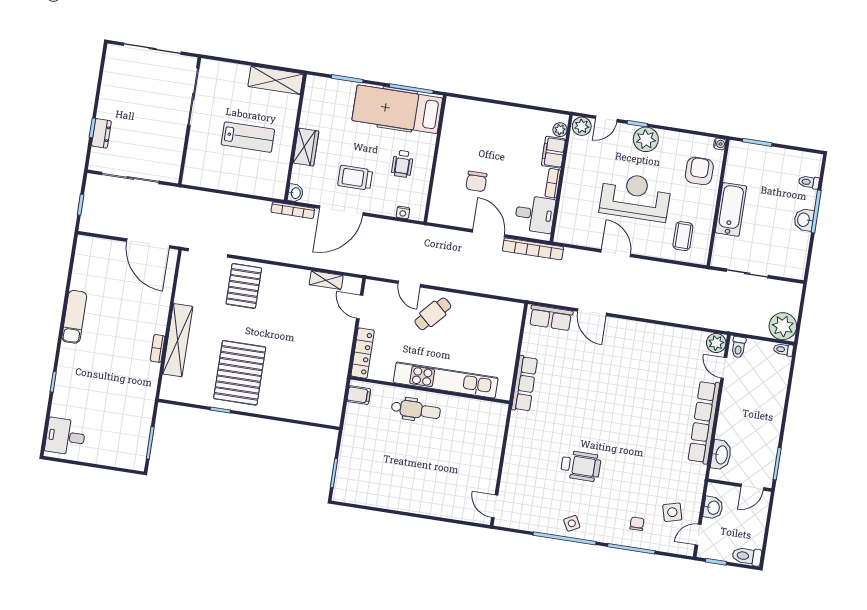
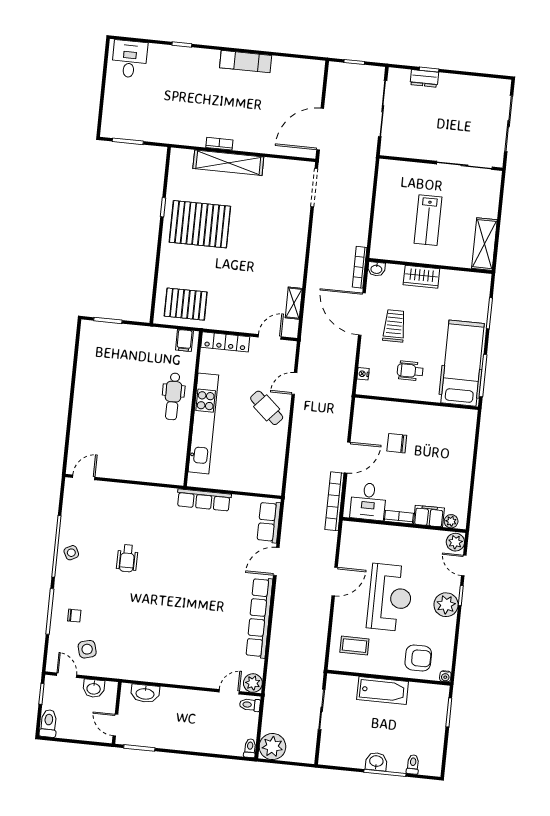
pallet: (244, 286) -> (186, 304), moved
row of seats: (704, 422) -> (259, 618), moved, turned -90
wheelchair: (581, 466) -> (127, 558), width x0.73, depth x0.73

